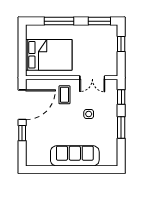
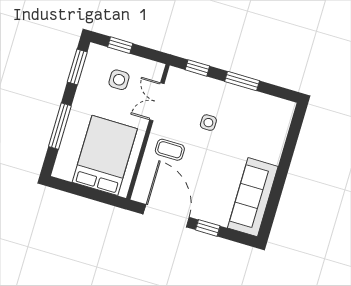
side table: (99, 50) -> (119, 80), added
double door: (92, 78) -> (157, 102), swing flipped
sofa: (75, 156) -> (253, 197), moved

